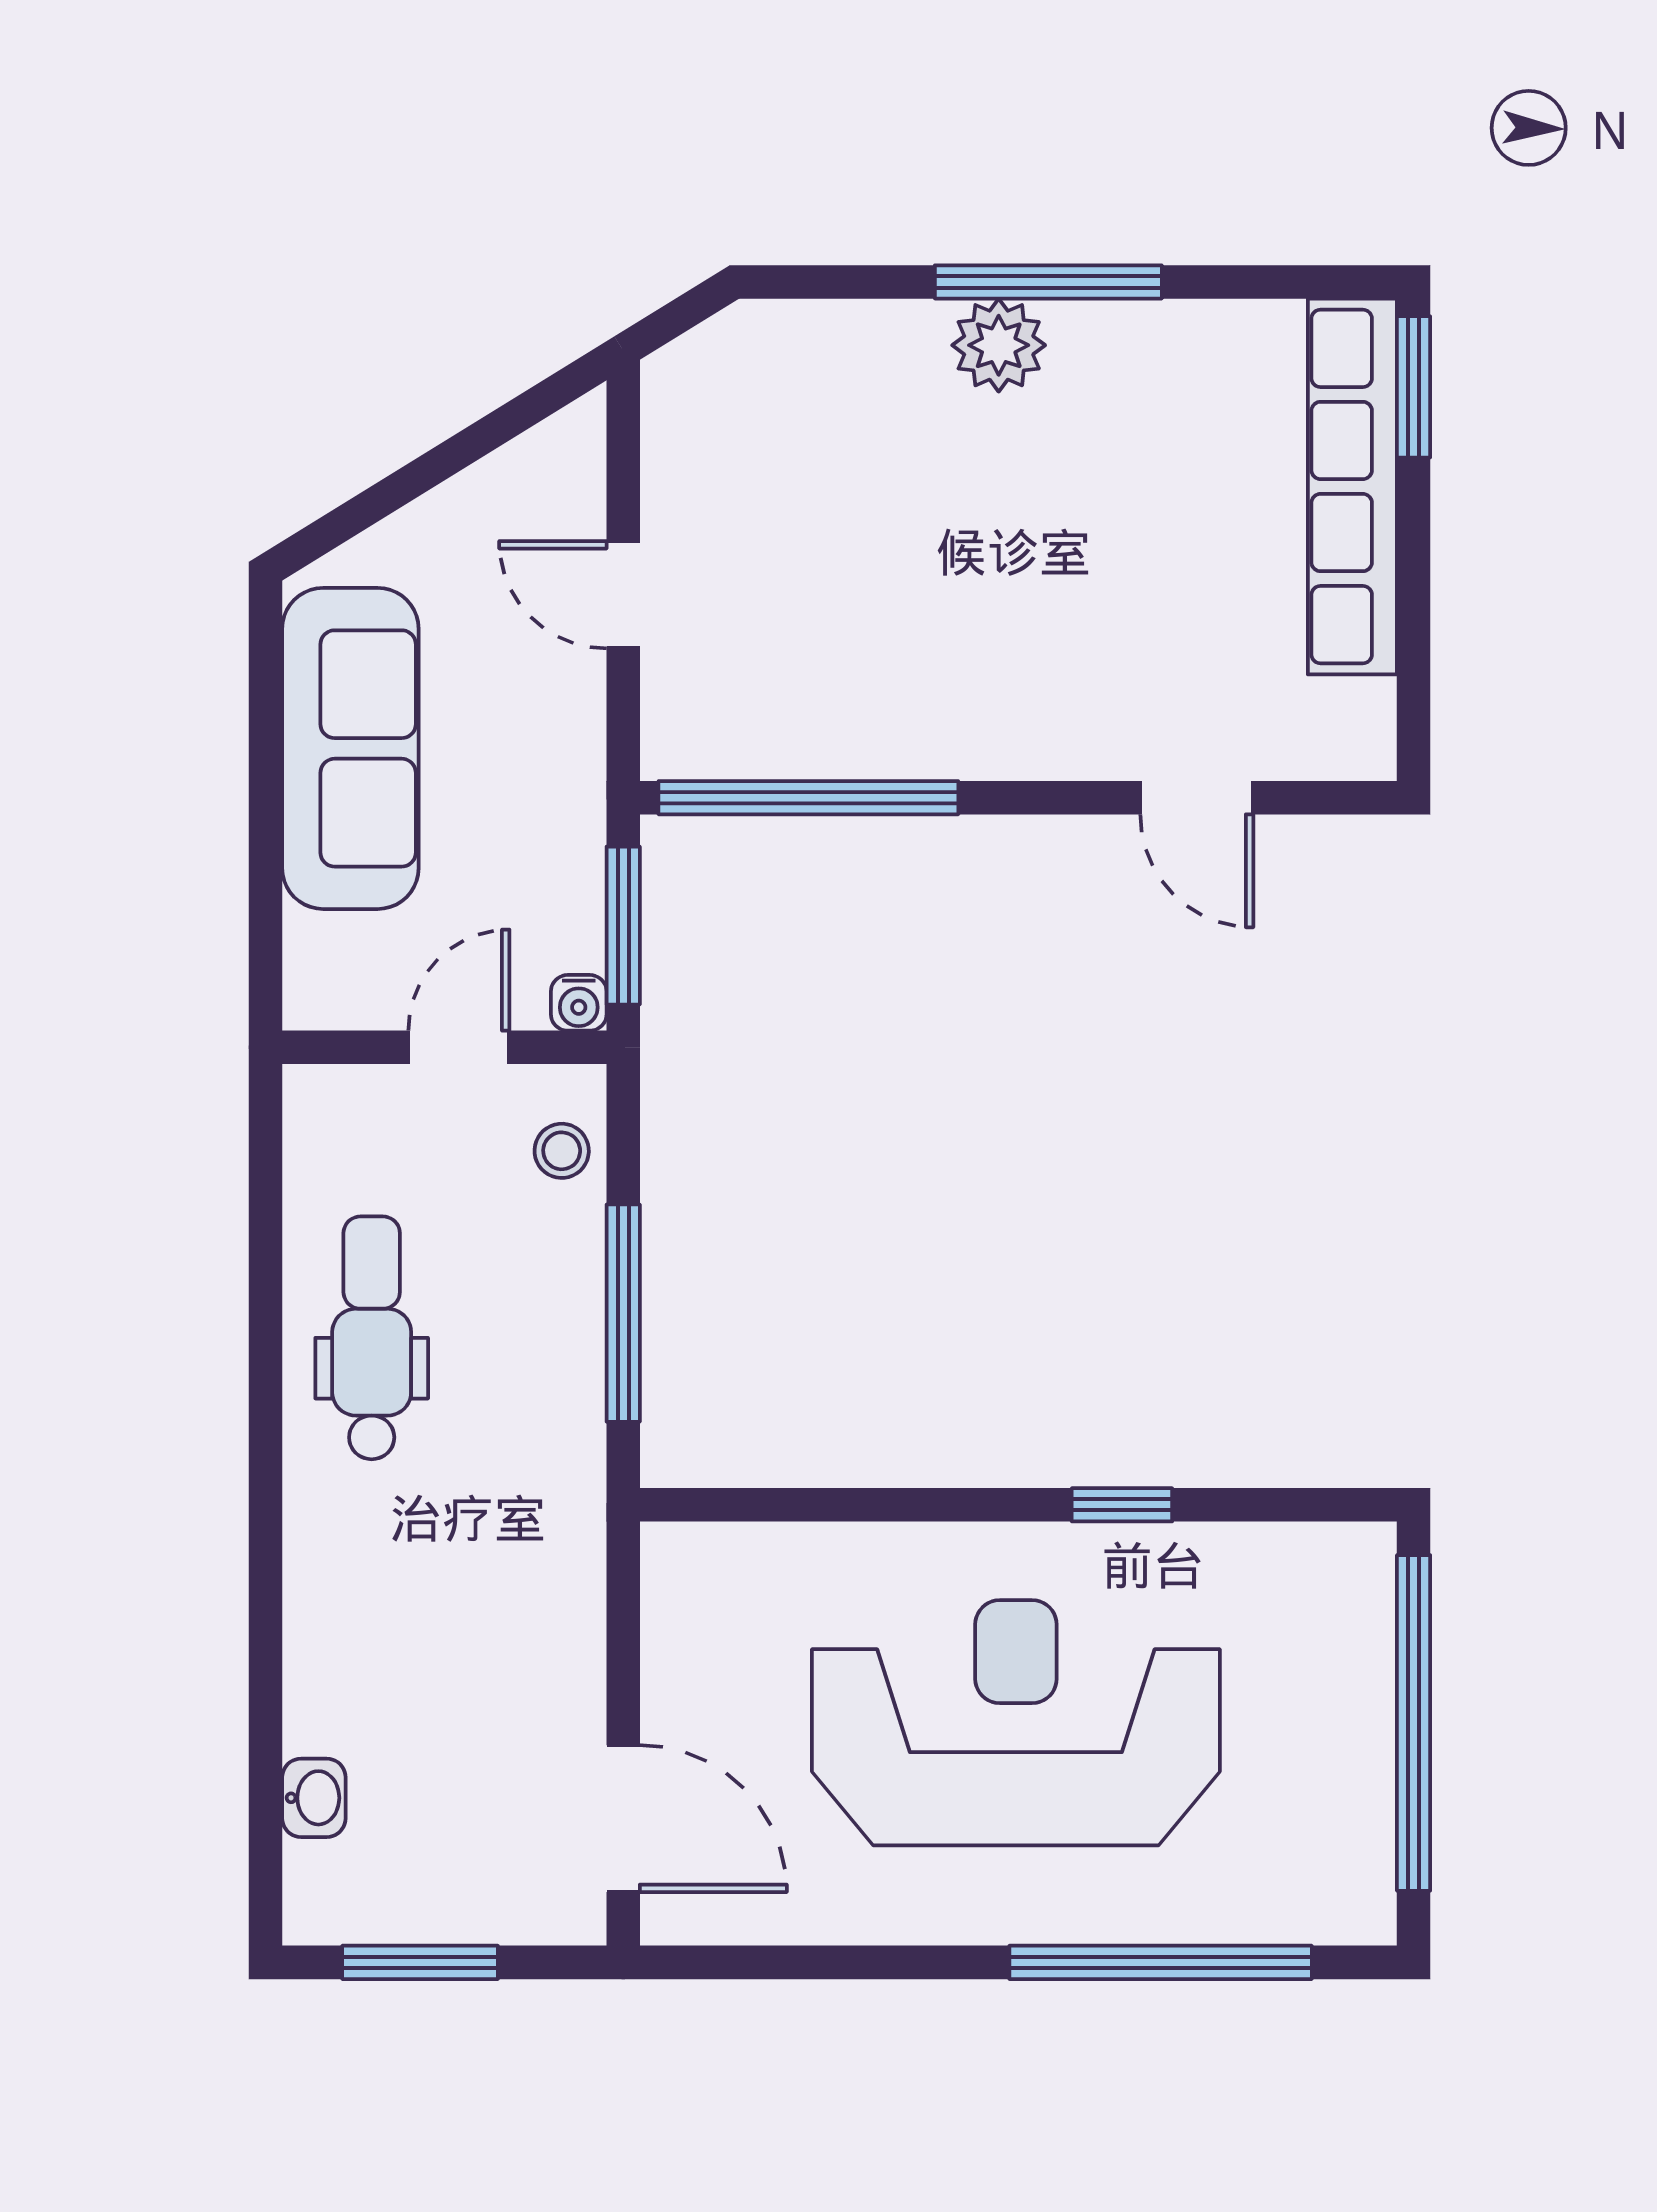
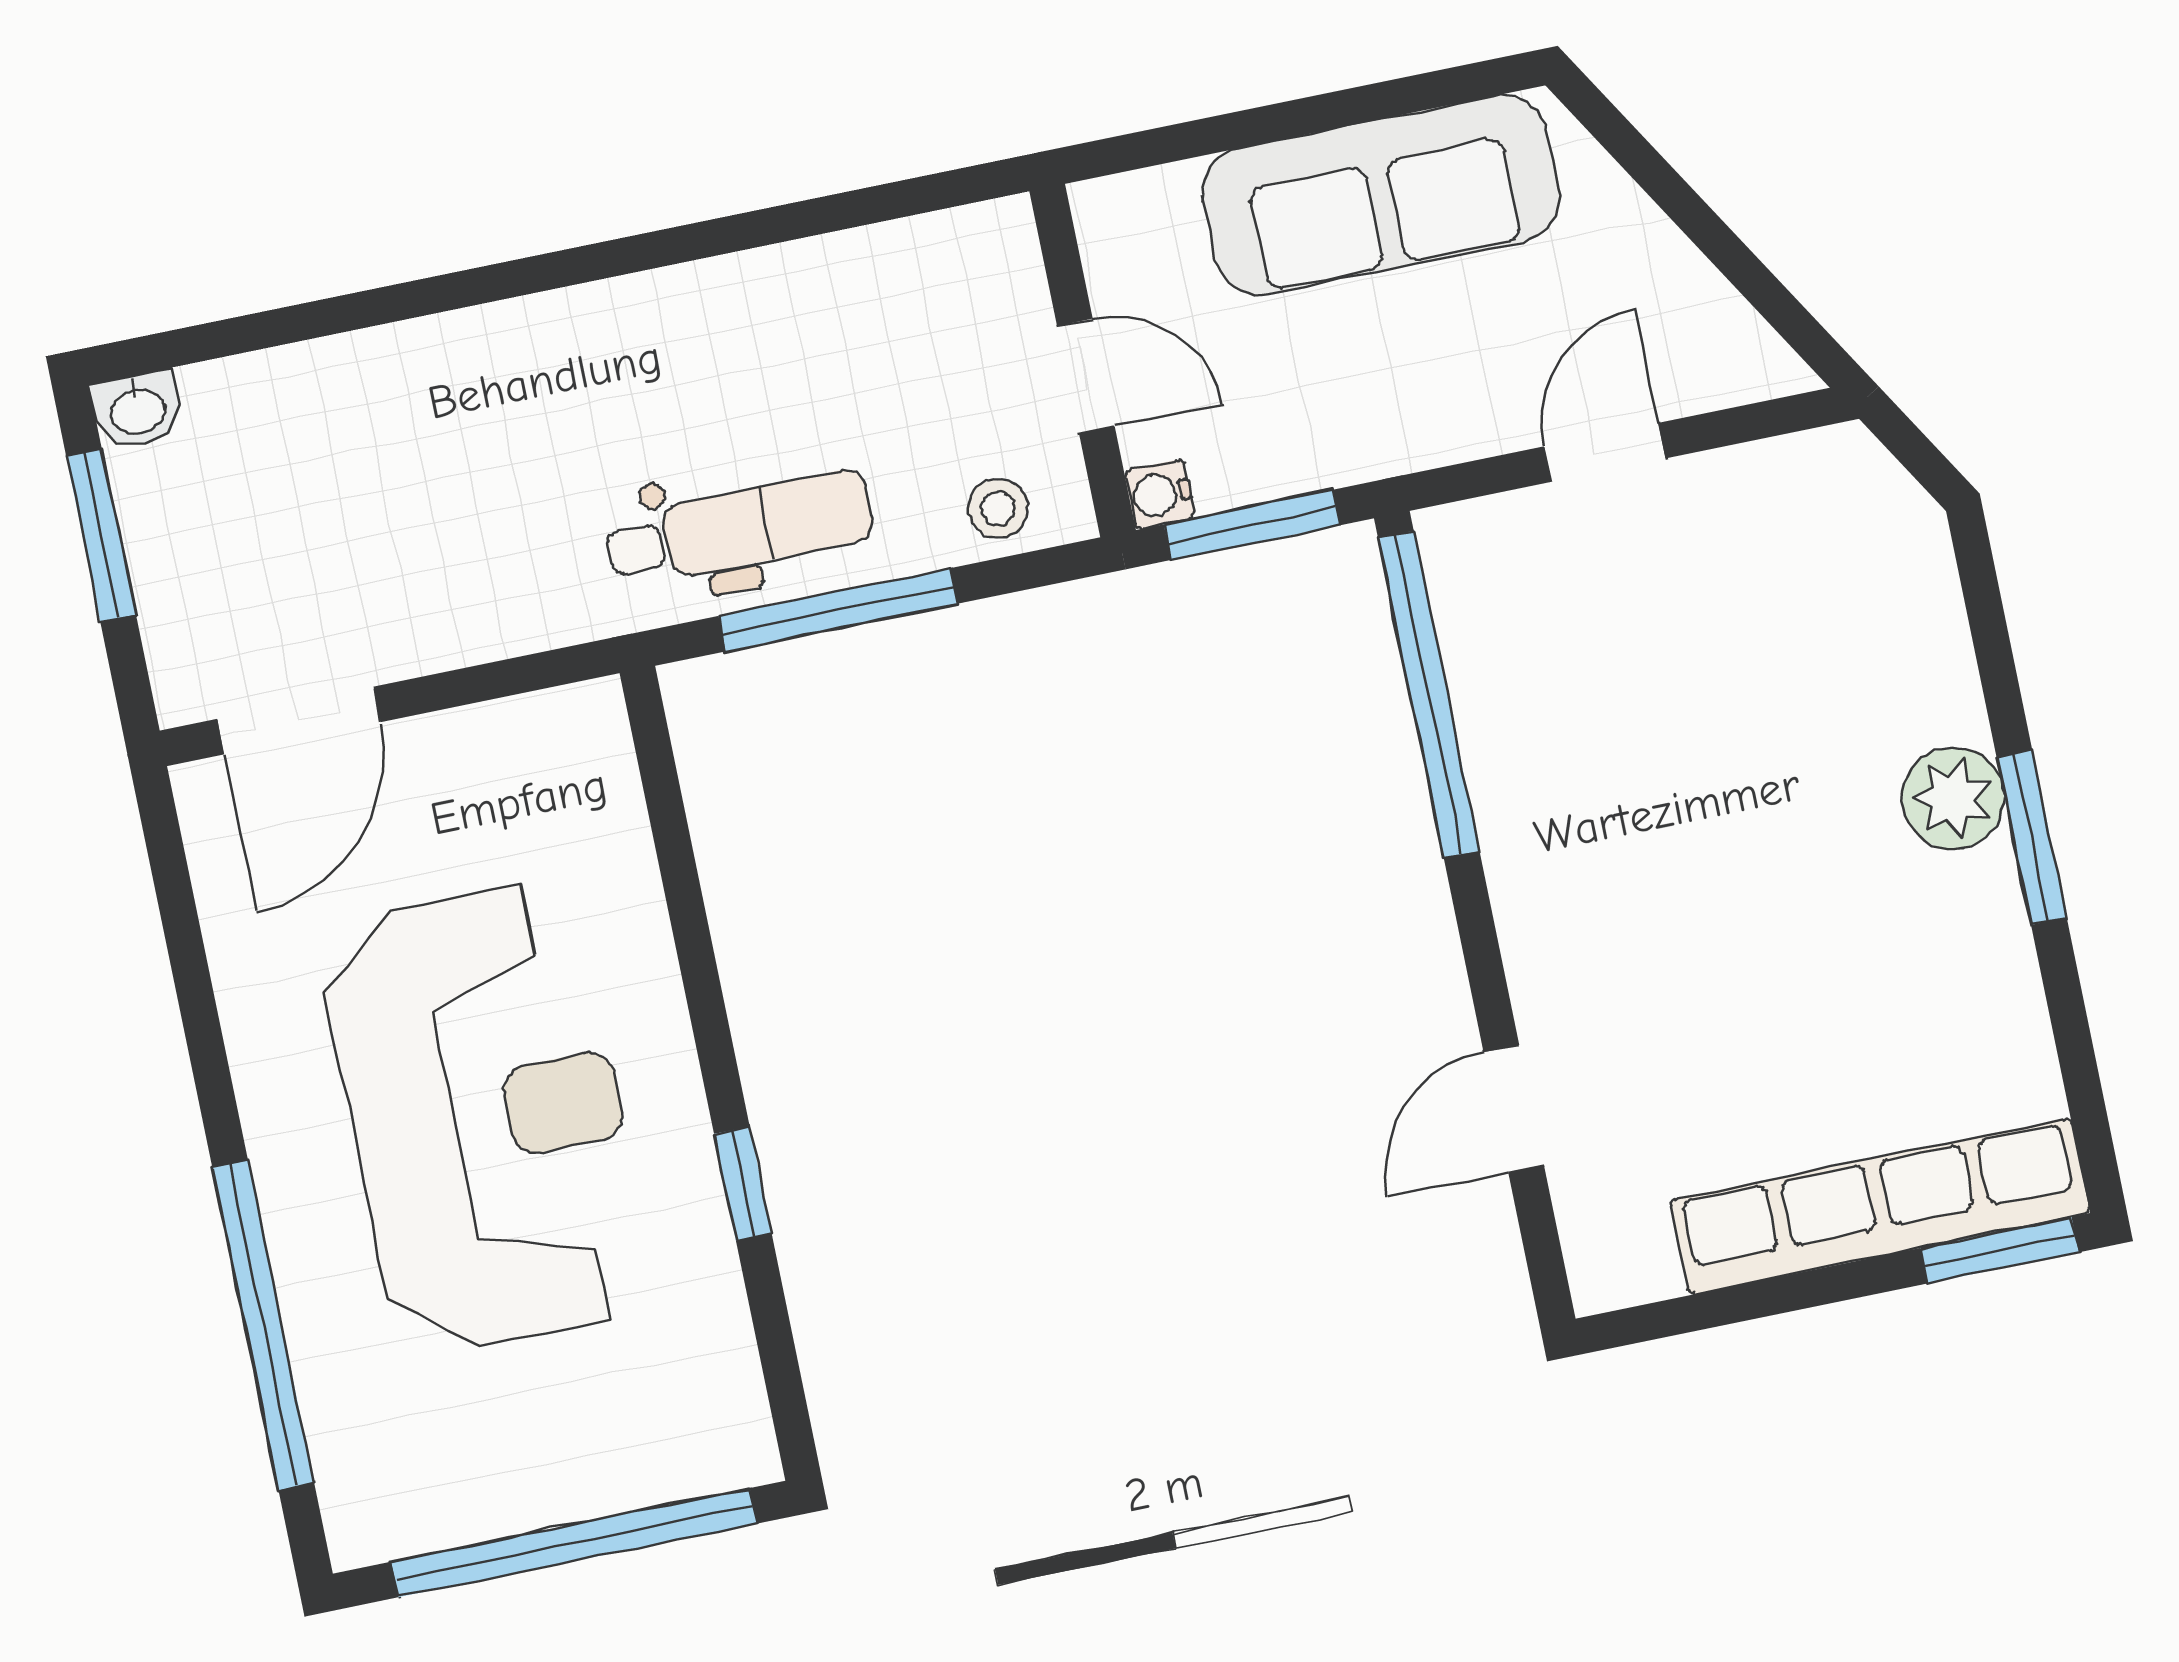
window: (1048, 282) -> (2032, 837), width x0.69
dental chair: (372, 1338) -> (740, 528), moved
washbasin: (314, 1798) -> (137, 410), moved

